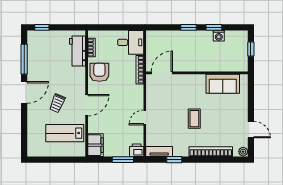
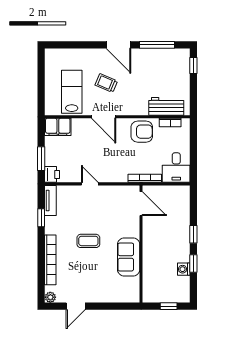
sofa: (223, 84) -> (129, 257), moved

